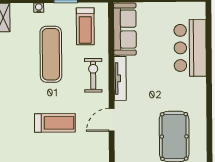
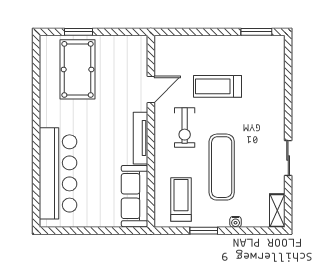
bar counter: (190, 48) -> (58, 173), width x1.36
exercise bike: (93, 75) -> (185, 127), moved

